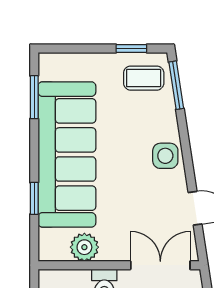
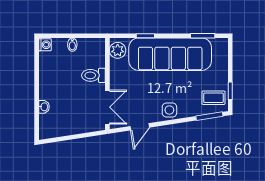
coffee table: (144, 78) -> (213, 98), turned 90
plant: (84, 247) -> (118, 50), moved

